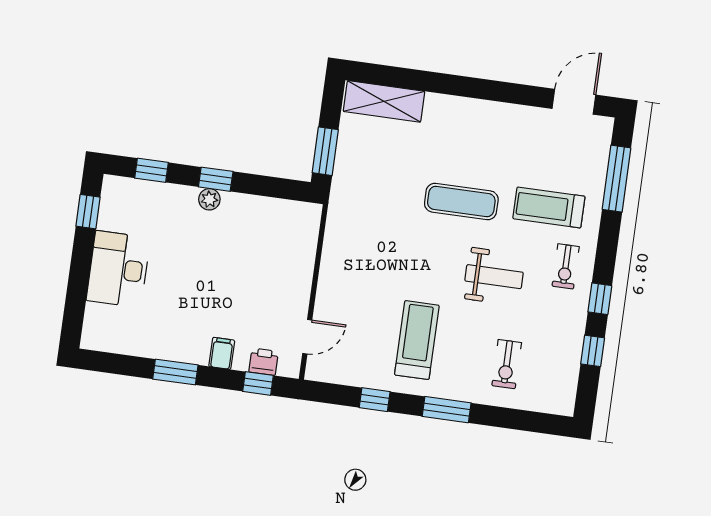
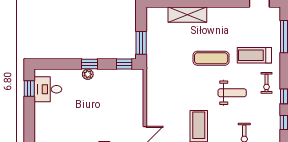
shelving: (384, 101) -> (187, 15), moved
window: (151, 170) -> (124, 64), moved
desk: (118, 269) -> (48, 89), moved, width x0.73

